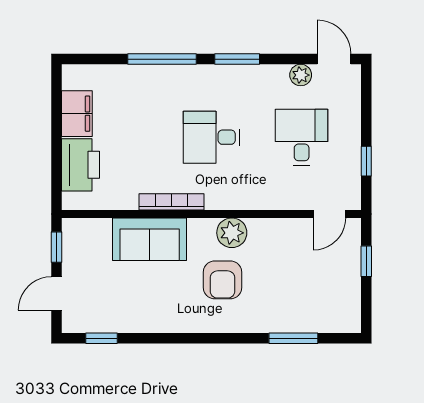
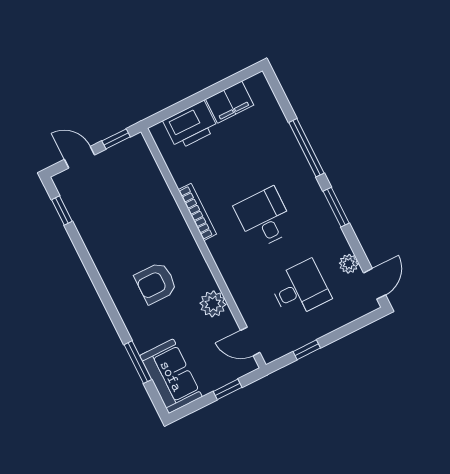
plant: (232, 233) -> (213, 304), moved
sofa: (150, 239) -> (171, 376), moved, turned 180

